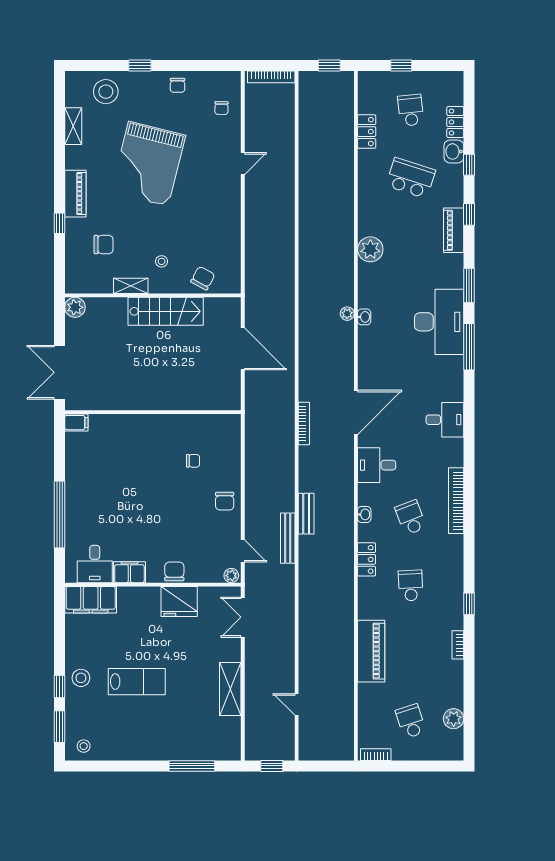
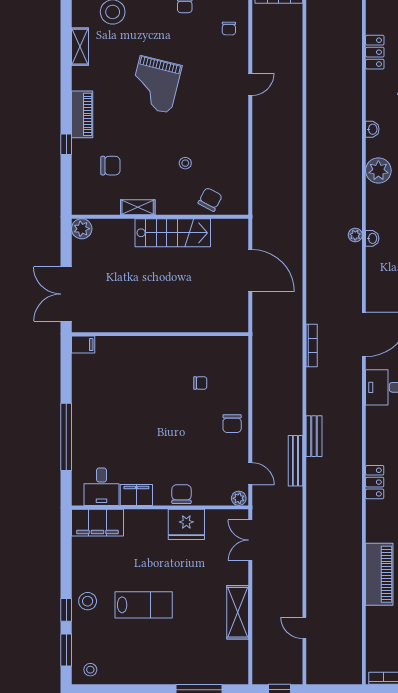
grand piano: (148, 164) -> (155, 85), width x0.73, depth x0.68
stool: (162, 261) -> (185, 163), moved
washbasin: (364, 514) -> (372, 129), moved

